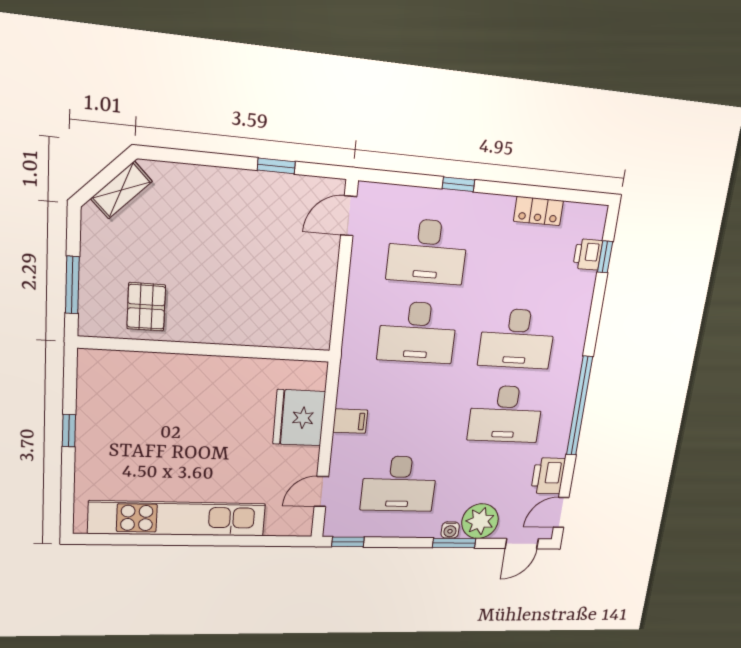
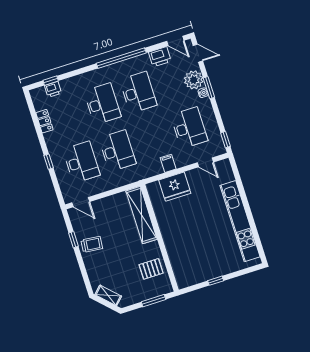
trolley: (250, 201) -> (92, 244), added
shelving: (270, 331) -> (142, 215), added

